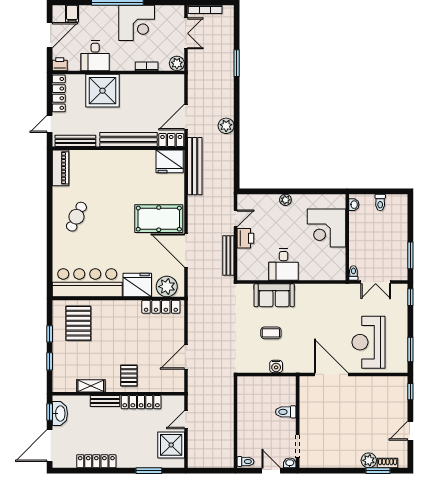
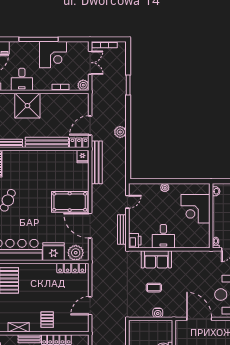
fridge: (170, 161) -> (82, 157), width x0.53, depth x0.75
printer: (245, 238) -> (135, 241), moved

